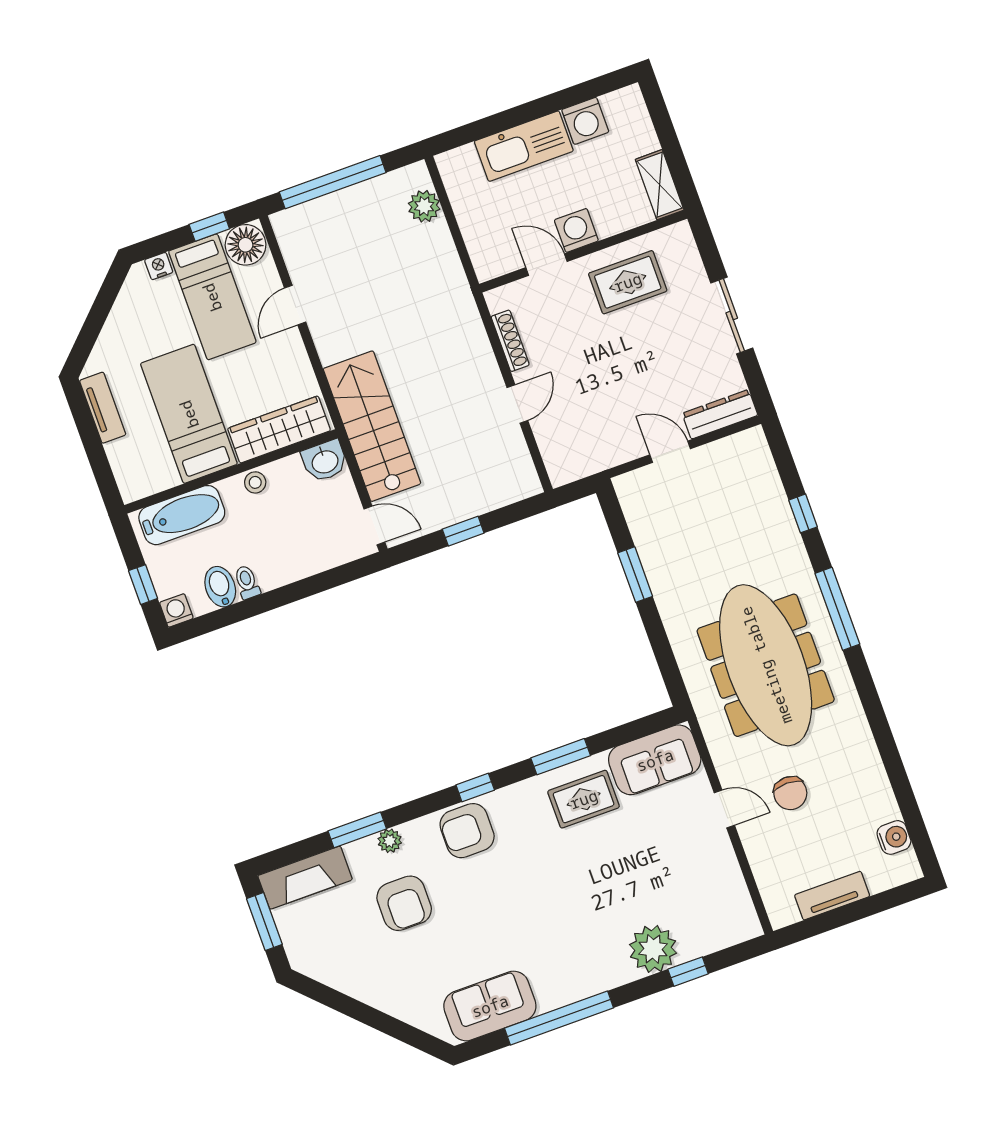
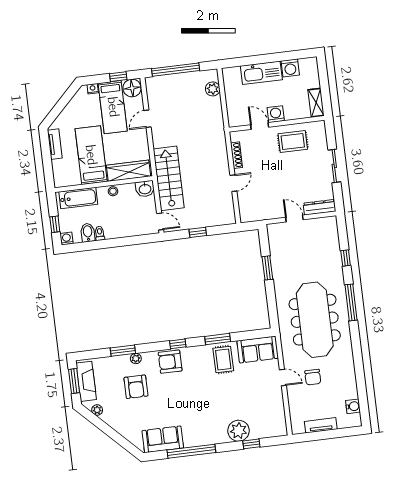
rug: (584, 799) -> (223, 359), turned 90
fireplace: (305, 878) -> (86, 381), moved, turned -90
plant: (330, 974) -> (97, 410), added

